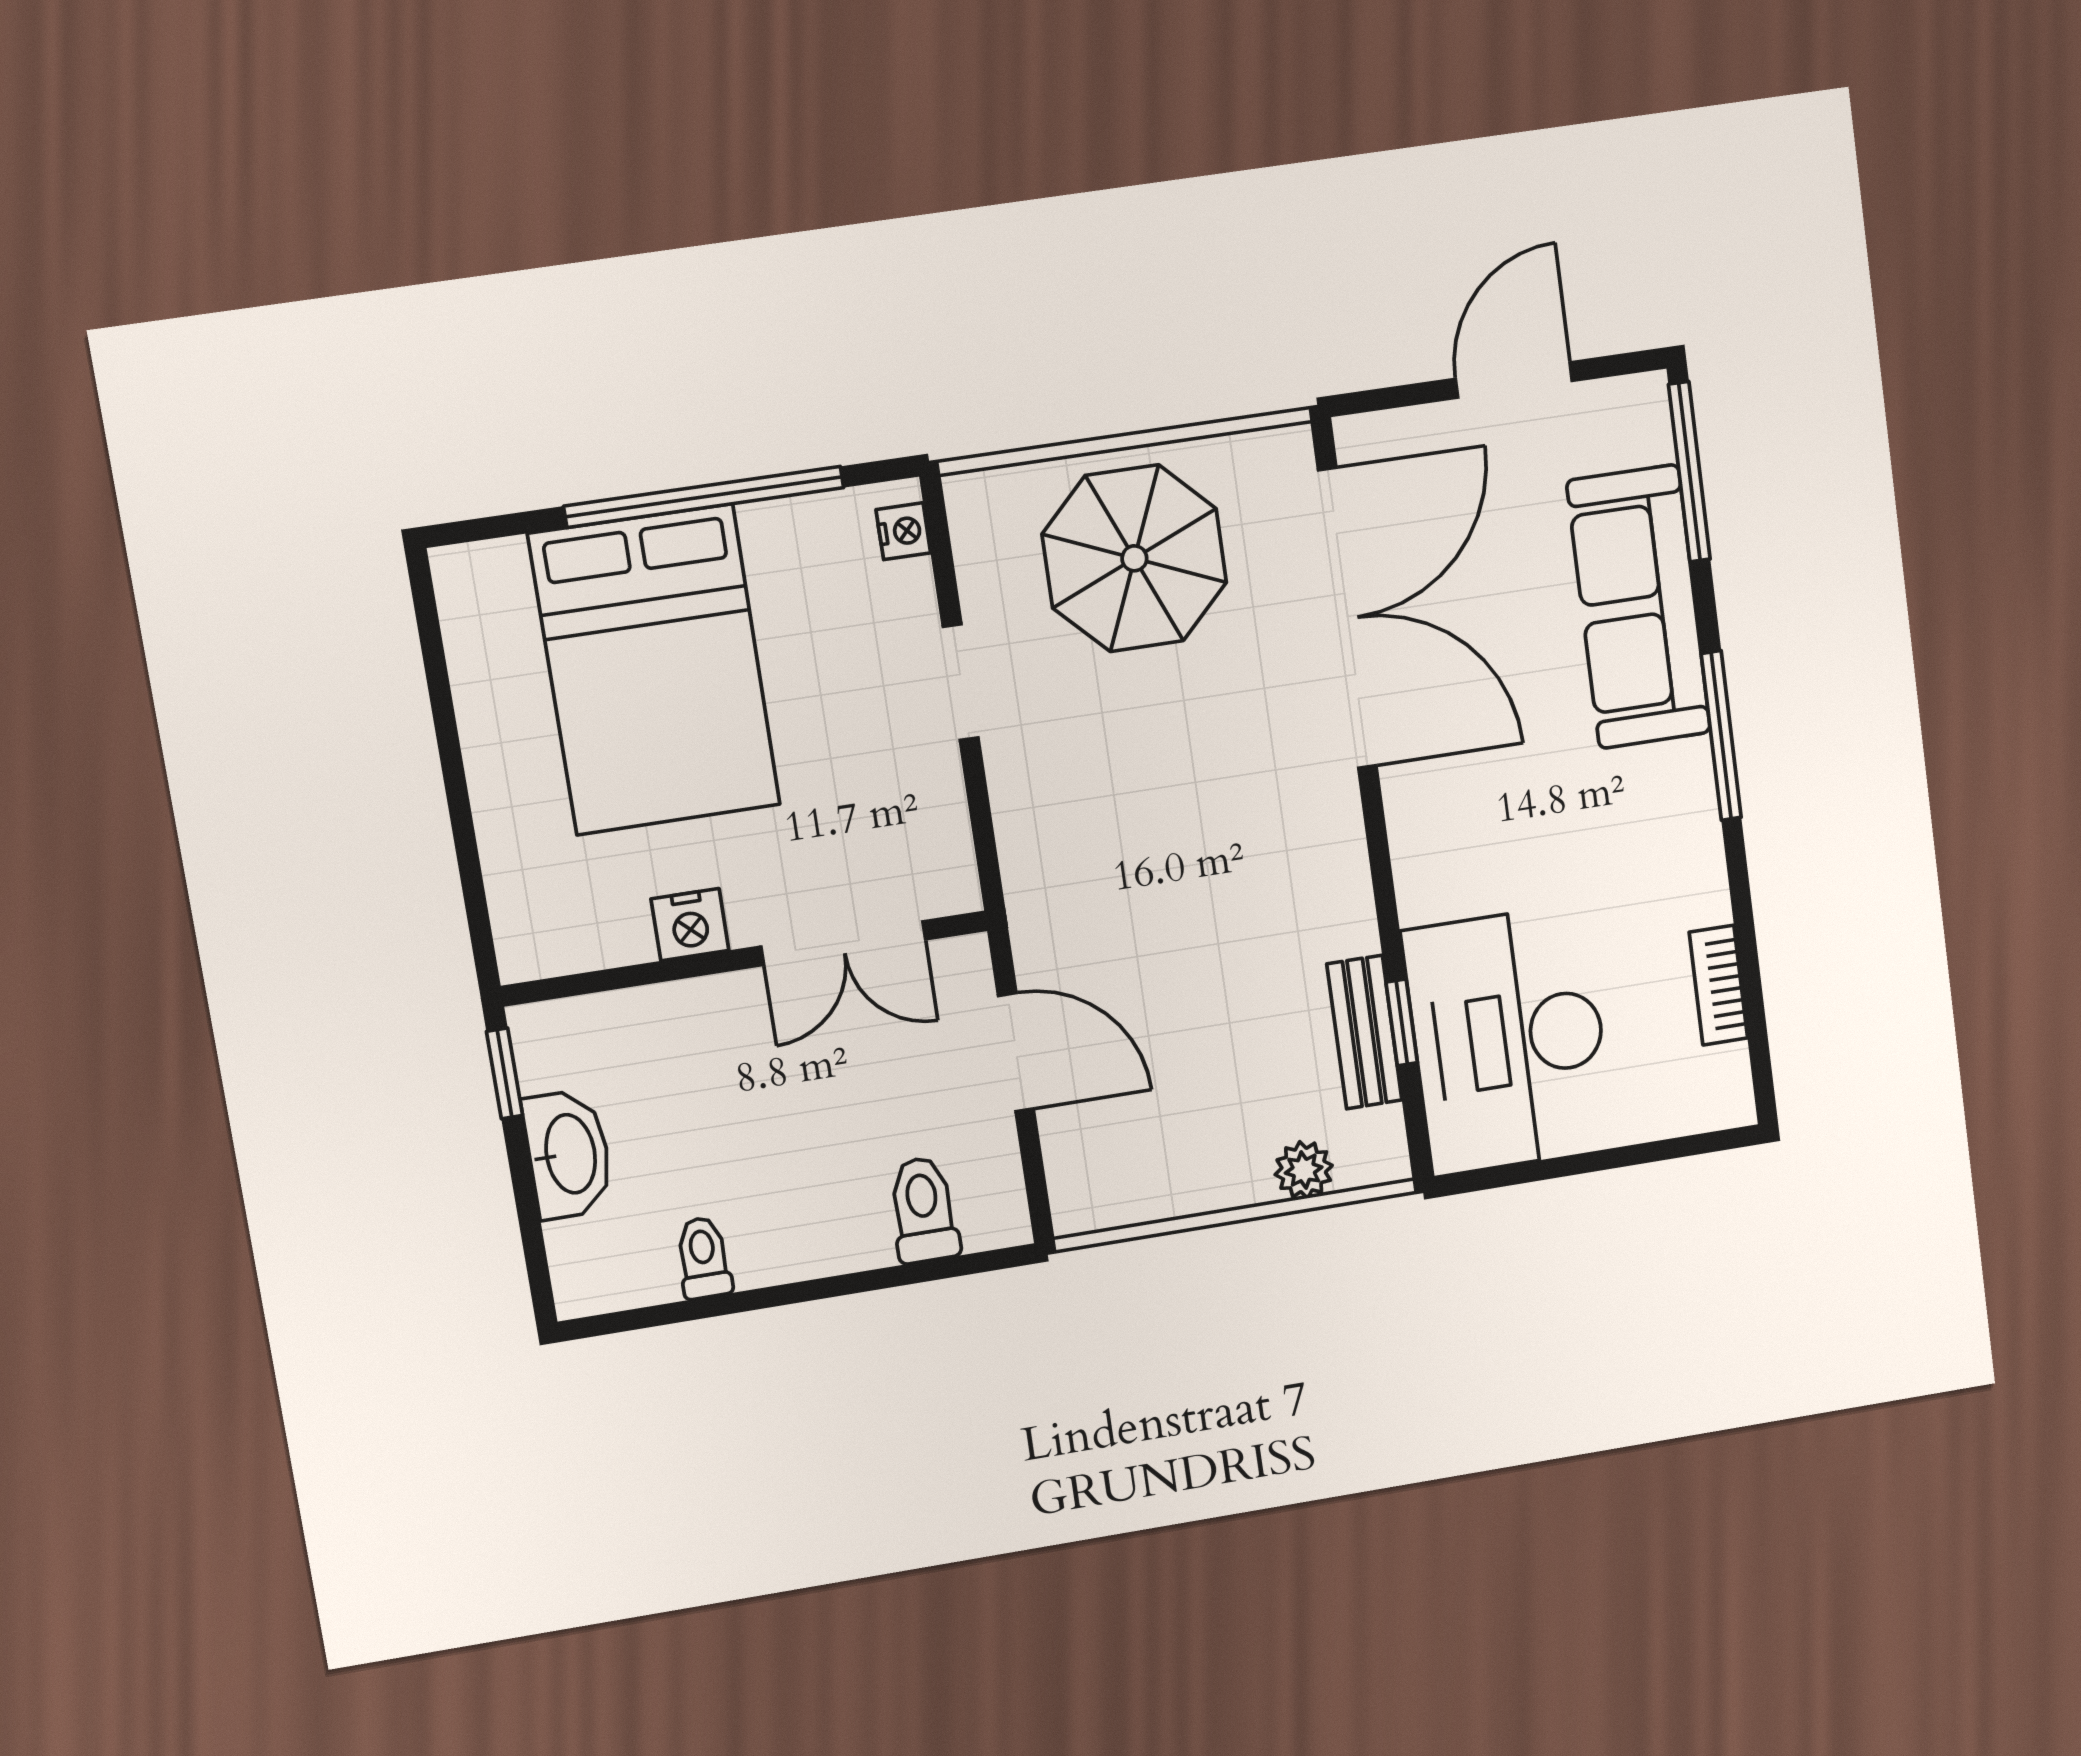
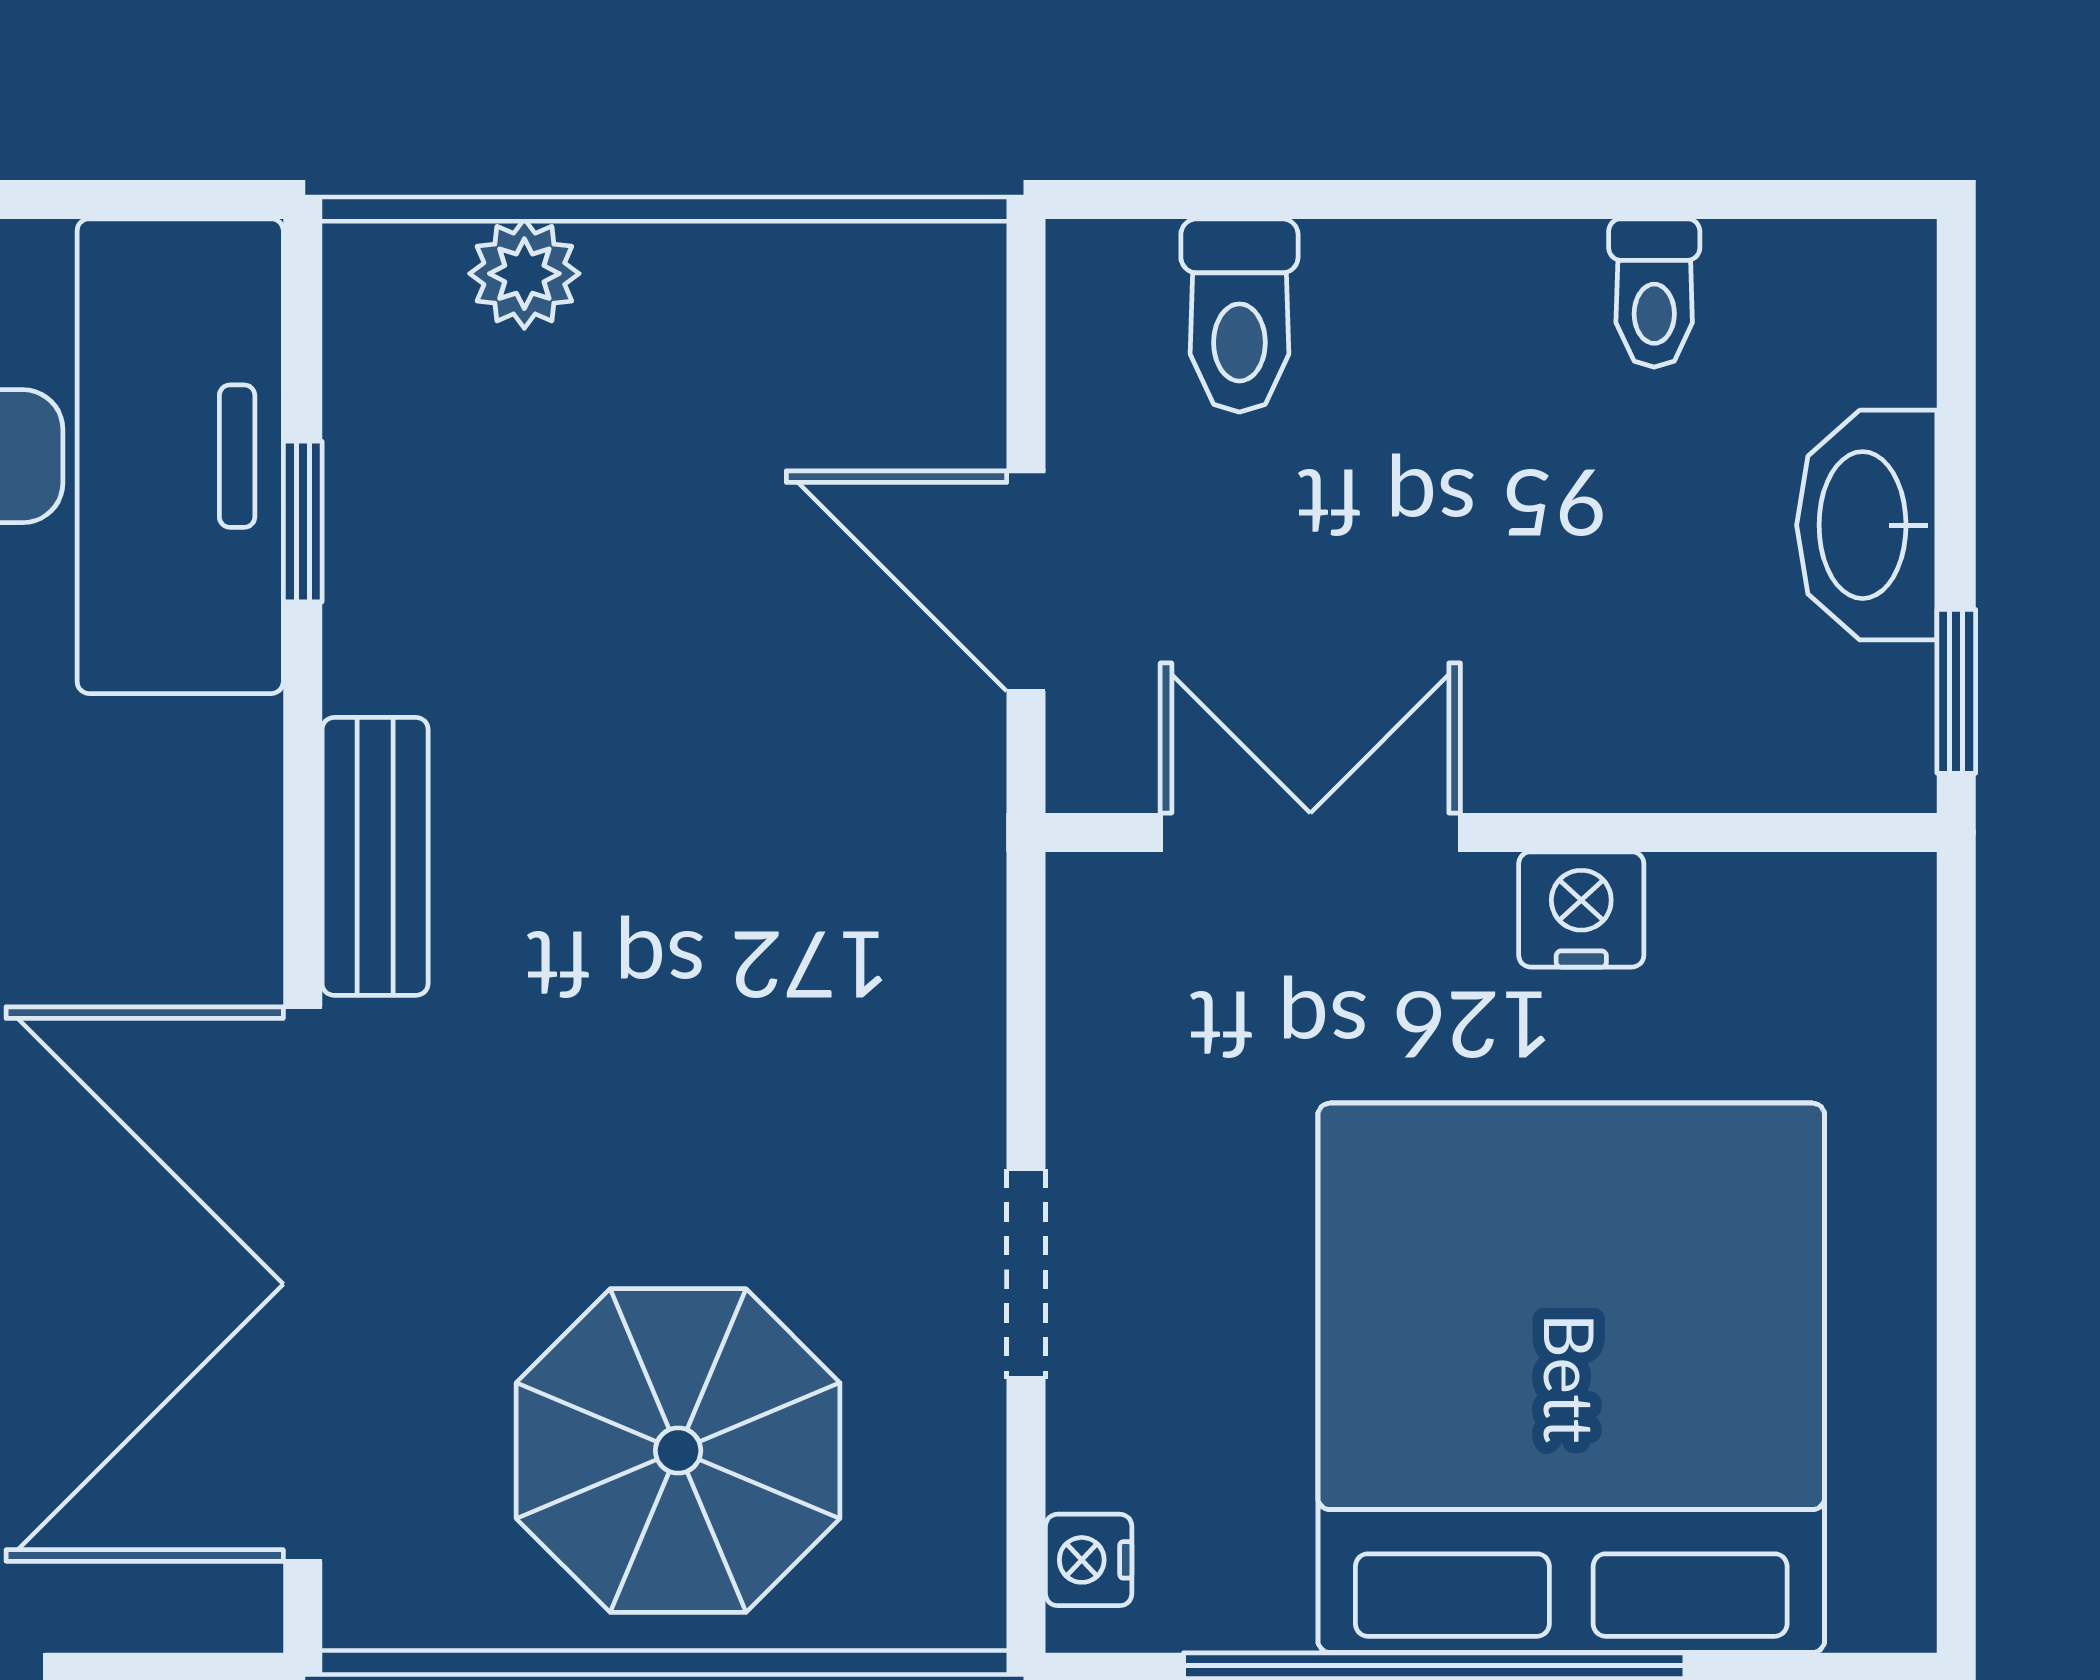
bed: (654, 670) -> (1571, 1378), width x1.36
bench: (1364, 1032) -> (375, 856), moved

